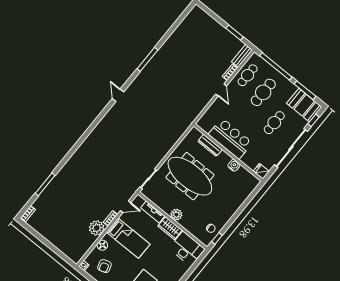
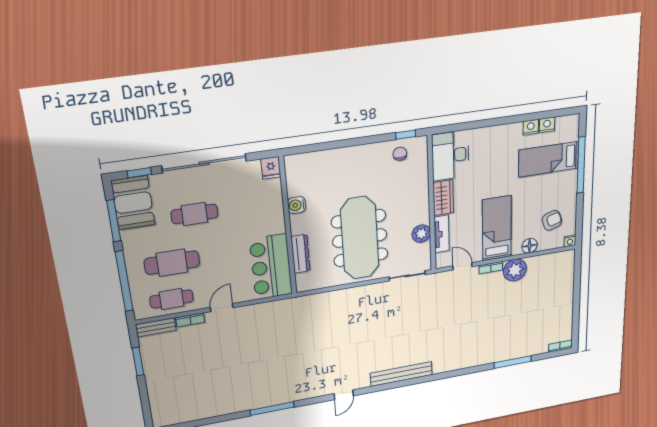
bench: (99, 130) -> (401, 374), added
bar counter: (230, 139) -> (271, 267), moved
plant: (176, 215) -> (421, 234), moved

